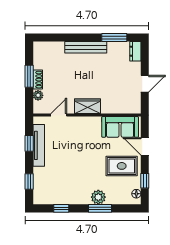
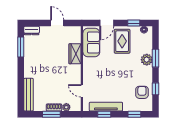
bench: (86, 47) -> (29, 95), moved
wardrobe: (88, 106) -> (75, 54), moved
armchair: (57, 191) -> (142, 92), added

